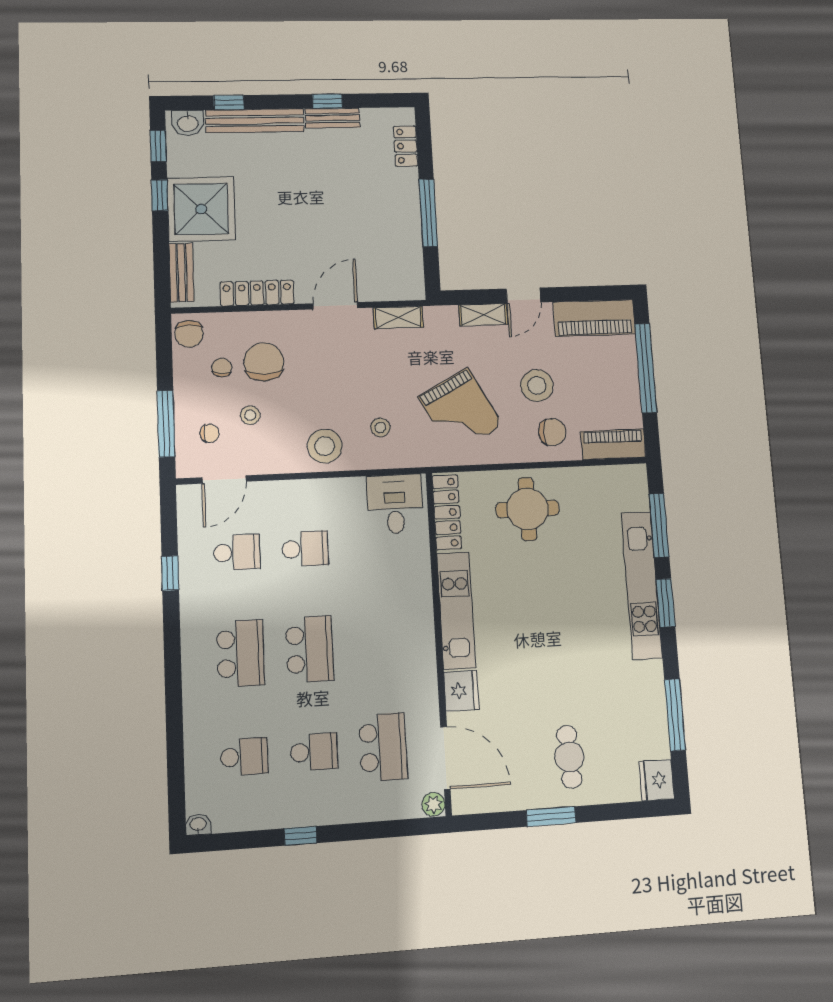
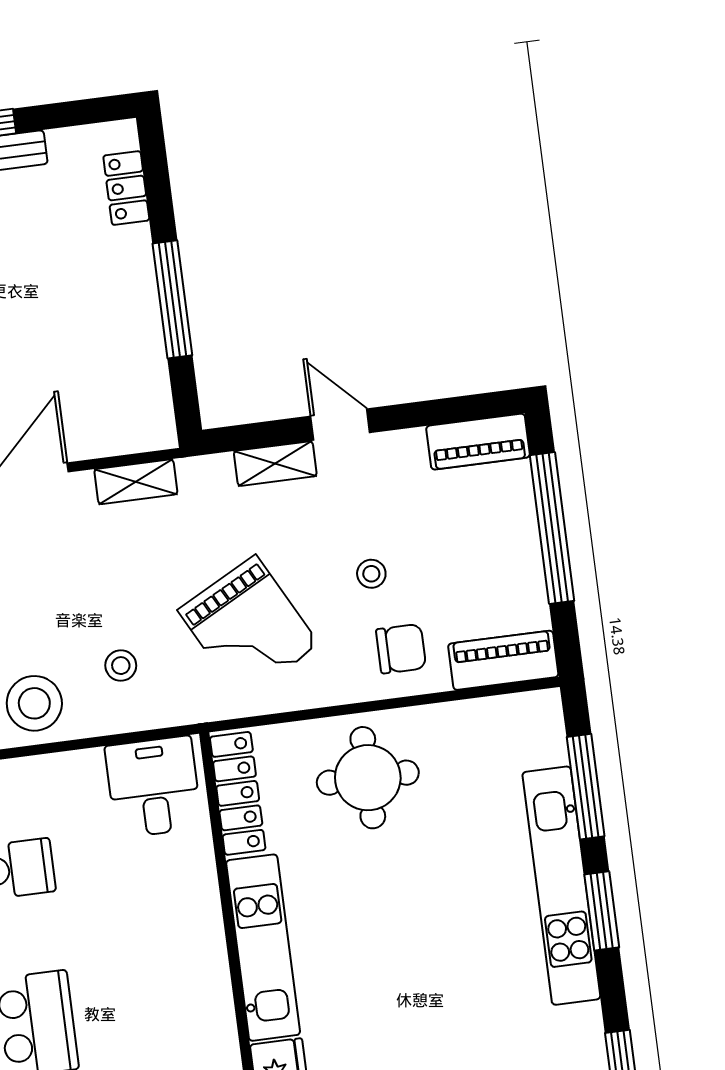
door: (524, 295) -> (340, 424), swing flipped
piano: (594, 318) -> (478, 442), width x0.73, depth x0.75
stool: (537, 385) -> (371, 574), width x0.53, depth x0.53

